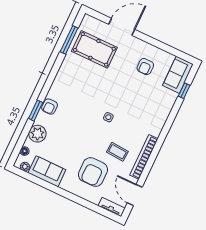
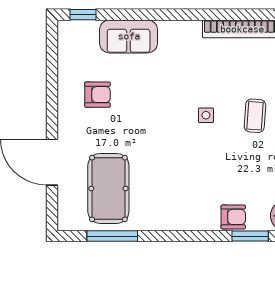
sofa: (178, 75) -> (129, 36), moved
window: (184, 91) -> (83, 15), moved
coffee table: (117, 152) -> (255, 116), moved

